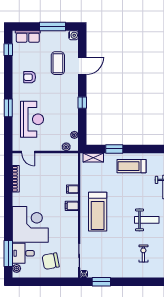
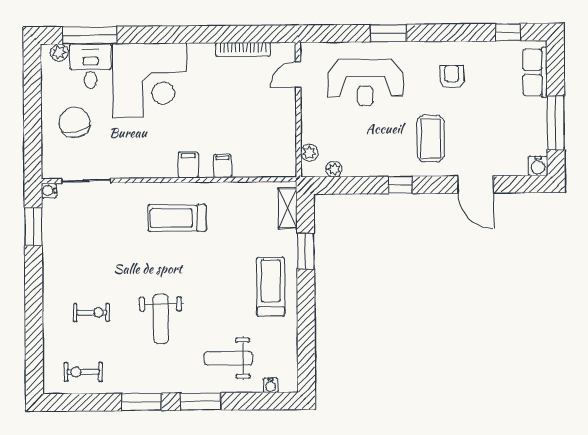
coffee table: (58, 63) -> (431, 139), moved, turned 90
treadmill: (98, 212) -> (177, 218), width x0.73, depth x0.73

